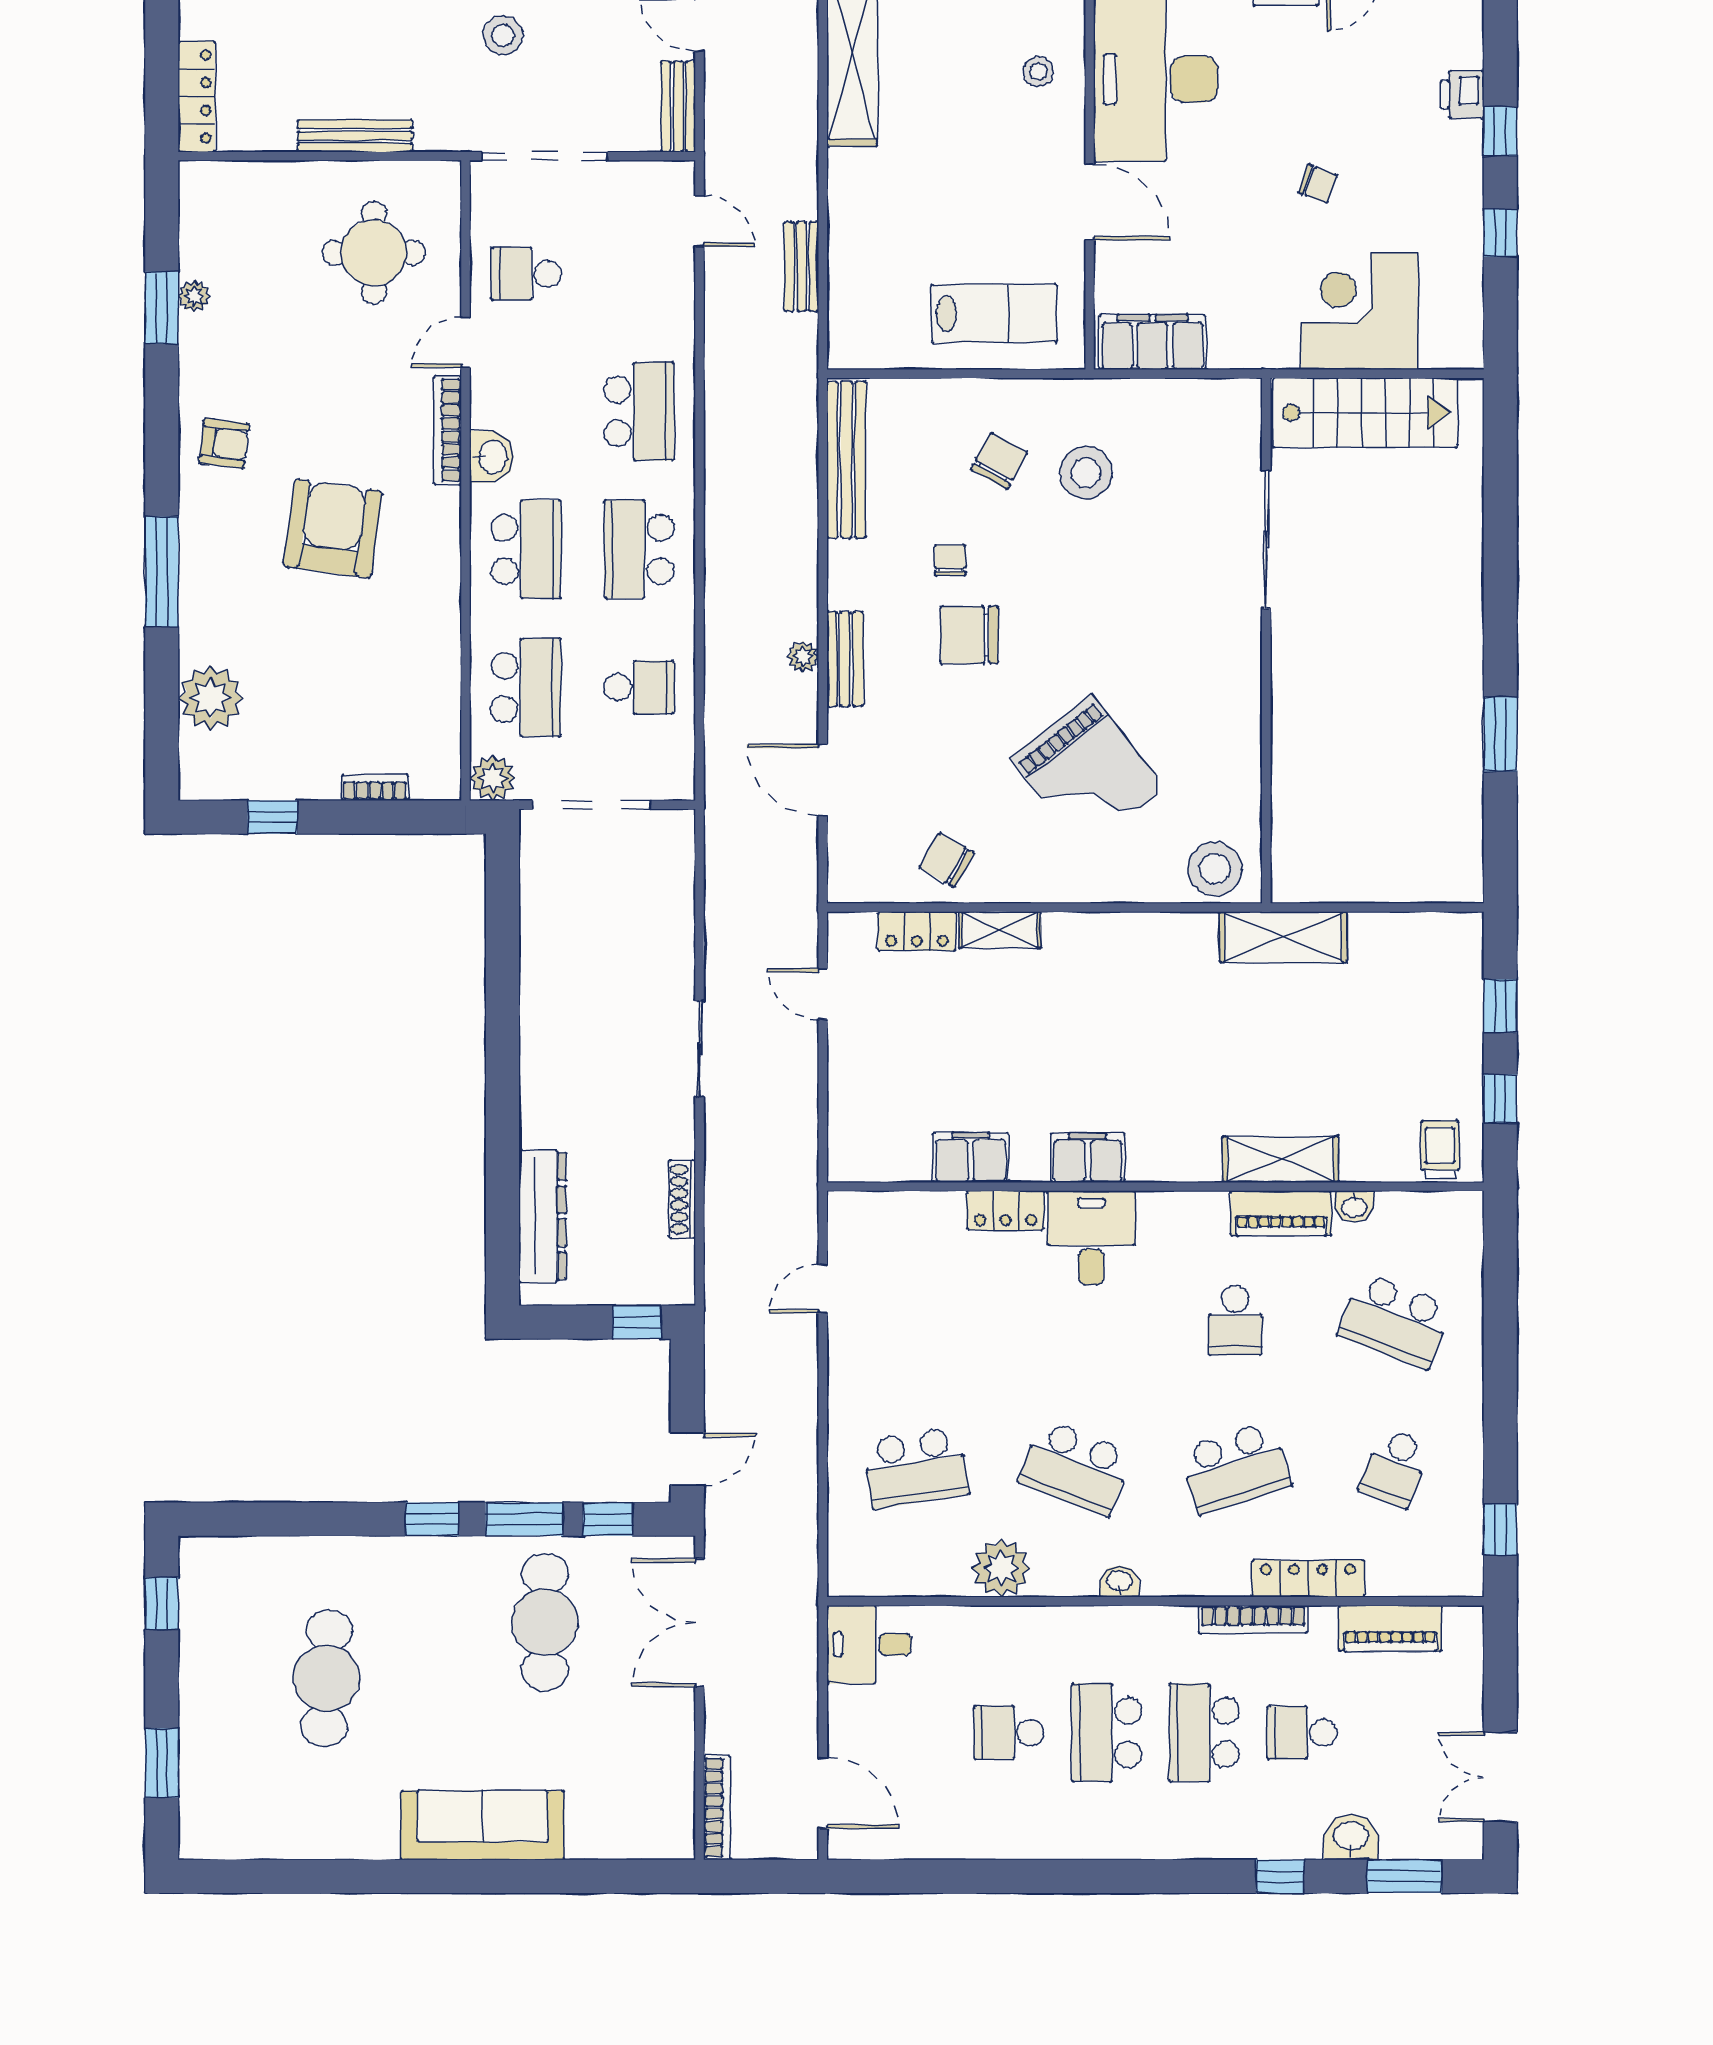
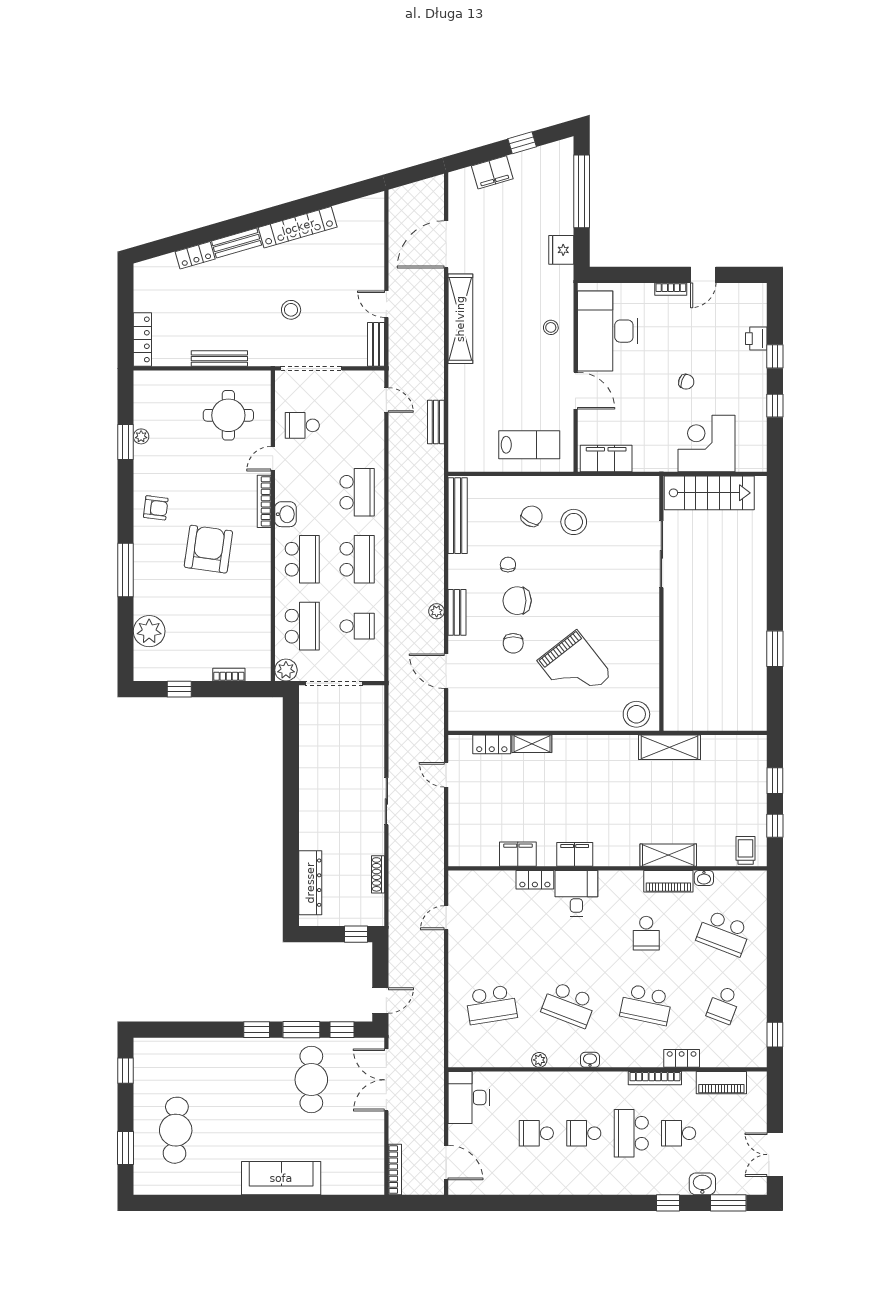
school desk: (639, 549) -> (357, 559), turned 180
chair: (947, 860) -> (513, 643), moved, turned -120
school desk: (1235, 1468) -> (646, 1005), turned 30
plant: (1001, 1568) -> (539, 1060), width x0.53, depth x0.53
locker: (1308, 1579) -> (682, 1058), width x0.66
desk: (869, 1644) -> (469, 1097), width x1.37
cafe table: (327, 1678) -> (176, 1130), moved
school desk: (1106, 1733) -> (584, 1133), width x0.54

